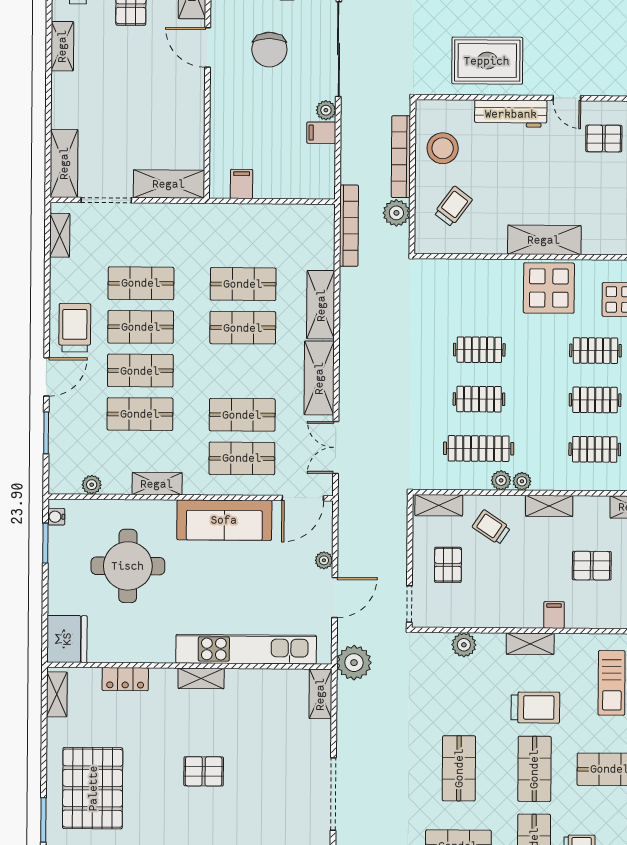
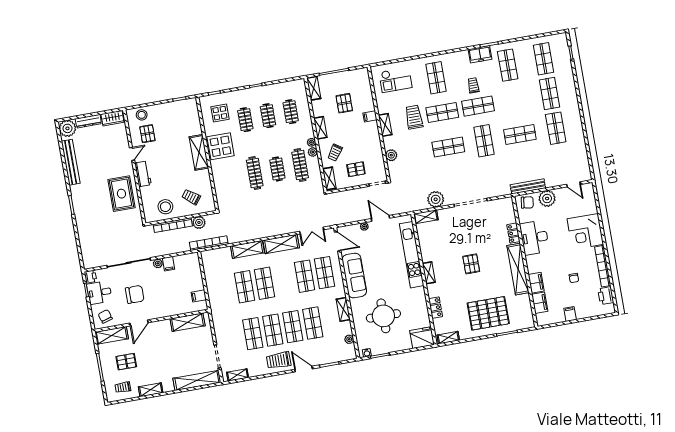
workbench: (511, 114) -> (143, 174), width x0.73
shelving: (64, 163) -> (197, 380), width x1.47
shelving: (169, 184) -> (188, 322), moved, turned 90
clothes rail: (479, 350) -> (255, 173), width x1.36
plant: (354, 663) -> (436, 199), moved

